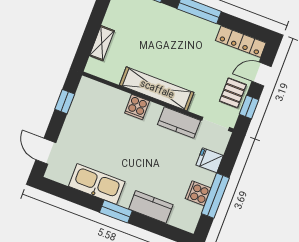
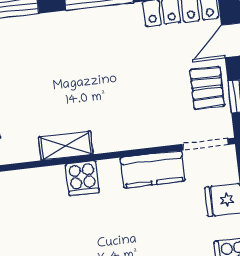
shelving: (157, 89) -> (66, 146), width x0.45, depth x0.75

